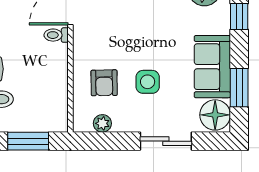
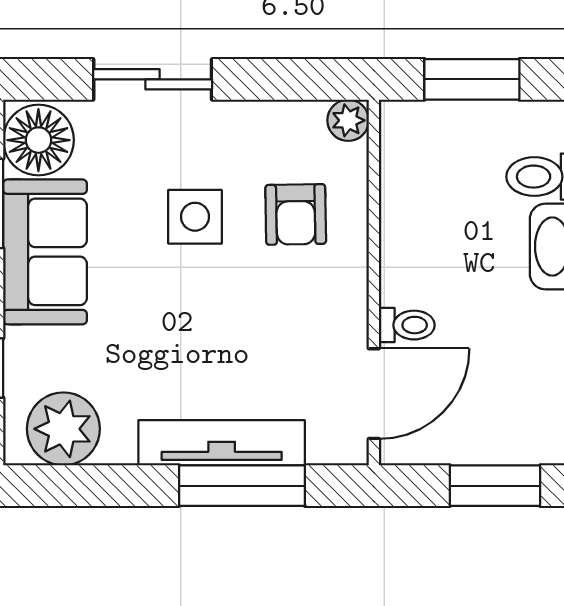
armchair: (104, 83) -> (296, 214), turned 180
plant: (102, 123) -> (348, 120), moved

